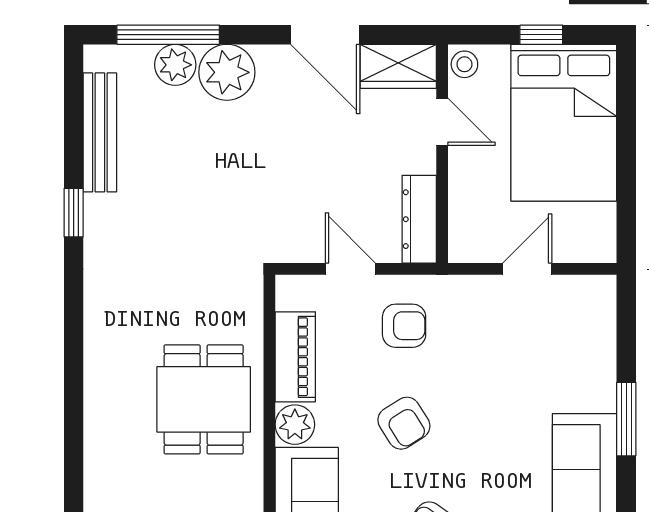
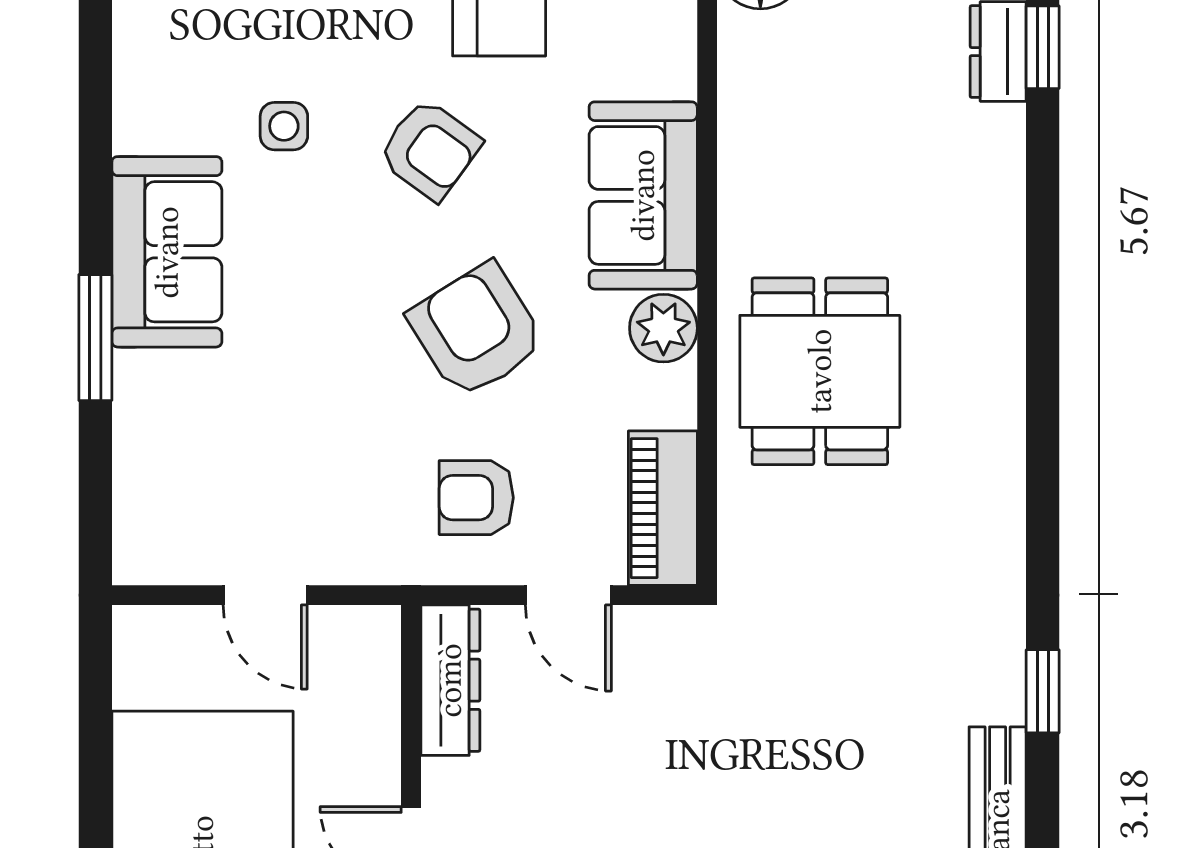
door: (527, 269) -> (265, 595), hinge flipped
piano: (295, 357) -> (663, 508), moved
armchair: (404, 423) -> (477, 331), width x1.38, depth x1.38

